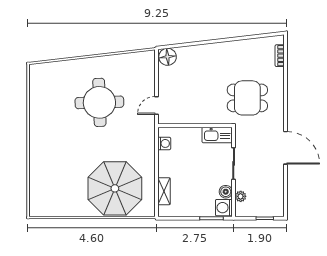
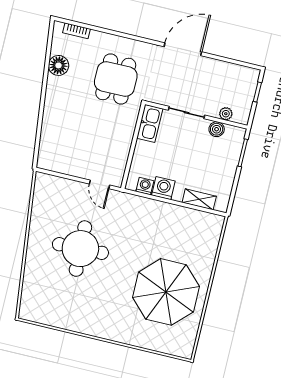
floor lamp: (168, 57) -> (58, 65), moved
parasol: (115, 188) -> (166, 292), moved
washing machine: (224, 208) -> (163, 188), moved, turned 180

